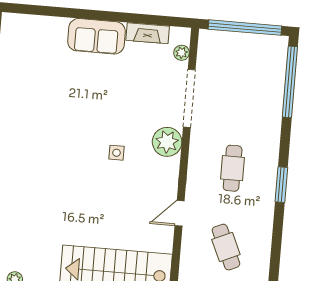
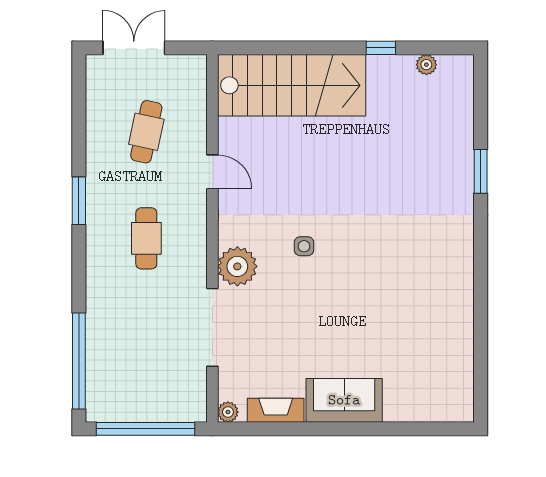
plant: (182, 53) -> (228, 412), moved
window: (281, 185) -> (79, 201), moved
door: (180, 213) -> (212, 172), hinge flipped
cafe table: (226, 247) -> (146, 132), turned 36

